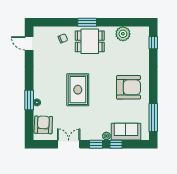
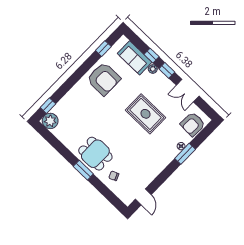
plant: (123, 34) -> (50, 121), moved
armchair: (129, 87) -> (104, 79), moved, turned 180
rug: (78, 90) -> (146, 114), moved, turned 90
window: (153, 117) -> (103, 49), width x0.46

